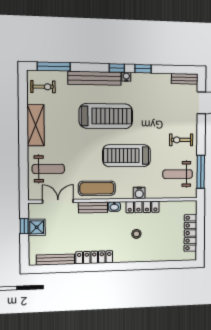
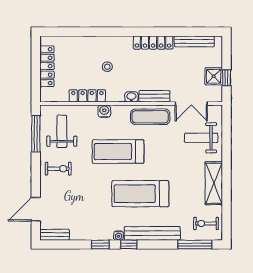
treadmill: (127, 156) -> (118, 152), turned 180
weight bench: (178, 174) -> (62, 131), turned -90
locker: (143, 207) -> (87, 96), moved

